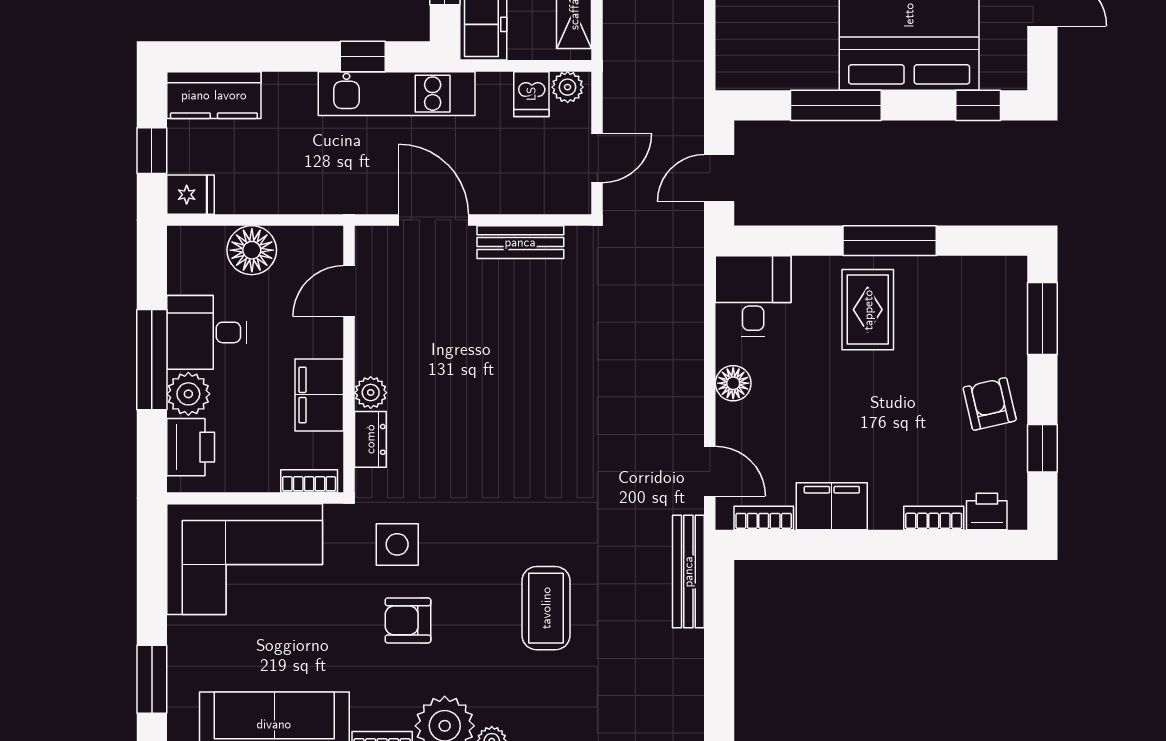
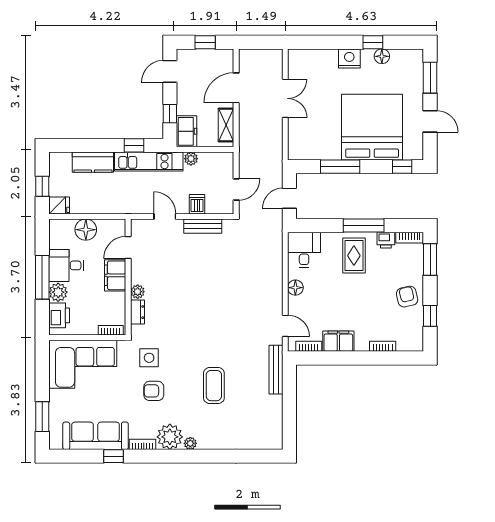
plant: (568, 87) -> (191, 159), moved
dishwasher: (531, 94) -> (197, 204), moved, turned 180
kitchen counter: (214, 95) -> (93, 162), moved
door: (434, 220) -> (165, 216), width x0.73
bookcase: (996, 268) -> (410, 238), added
filing cabinet: (319, 395) -> (115, 275), moved
printer: (987, 512) -> (386, 240), moved, turned 180

